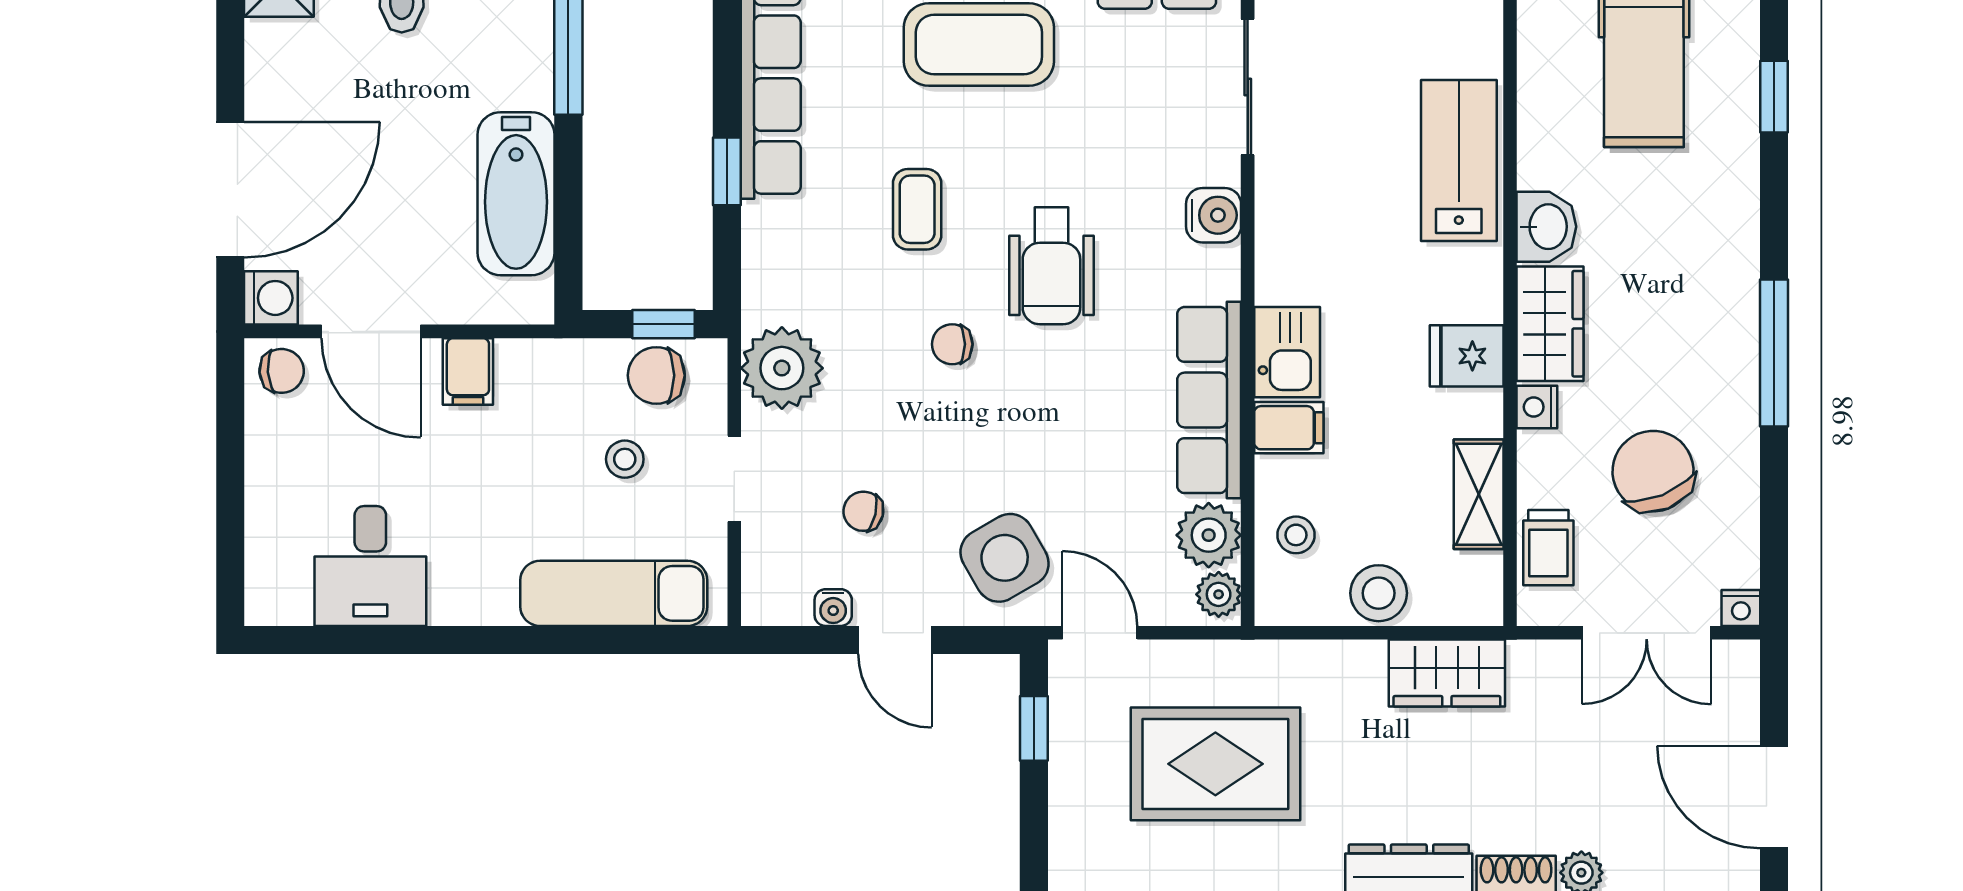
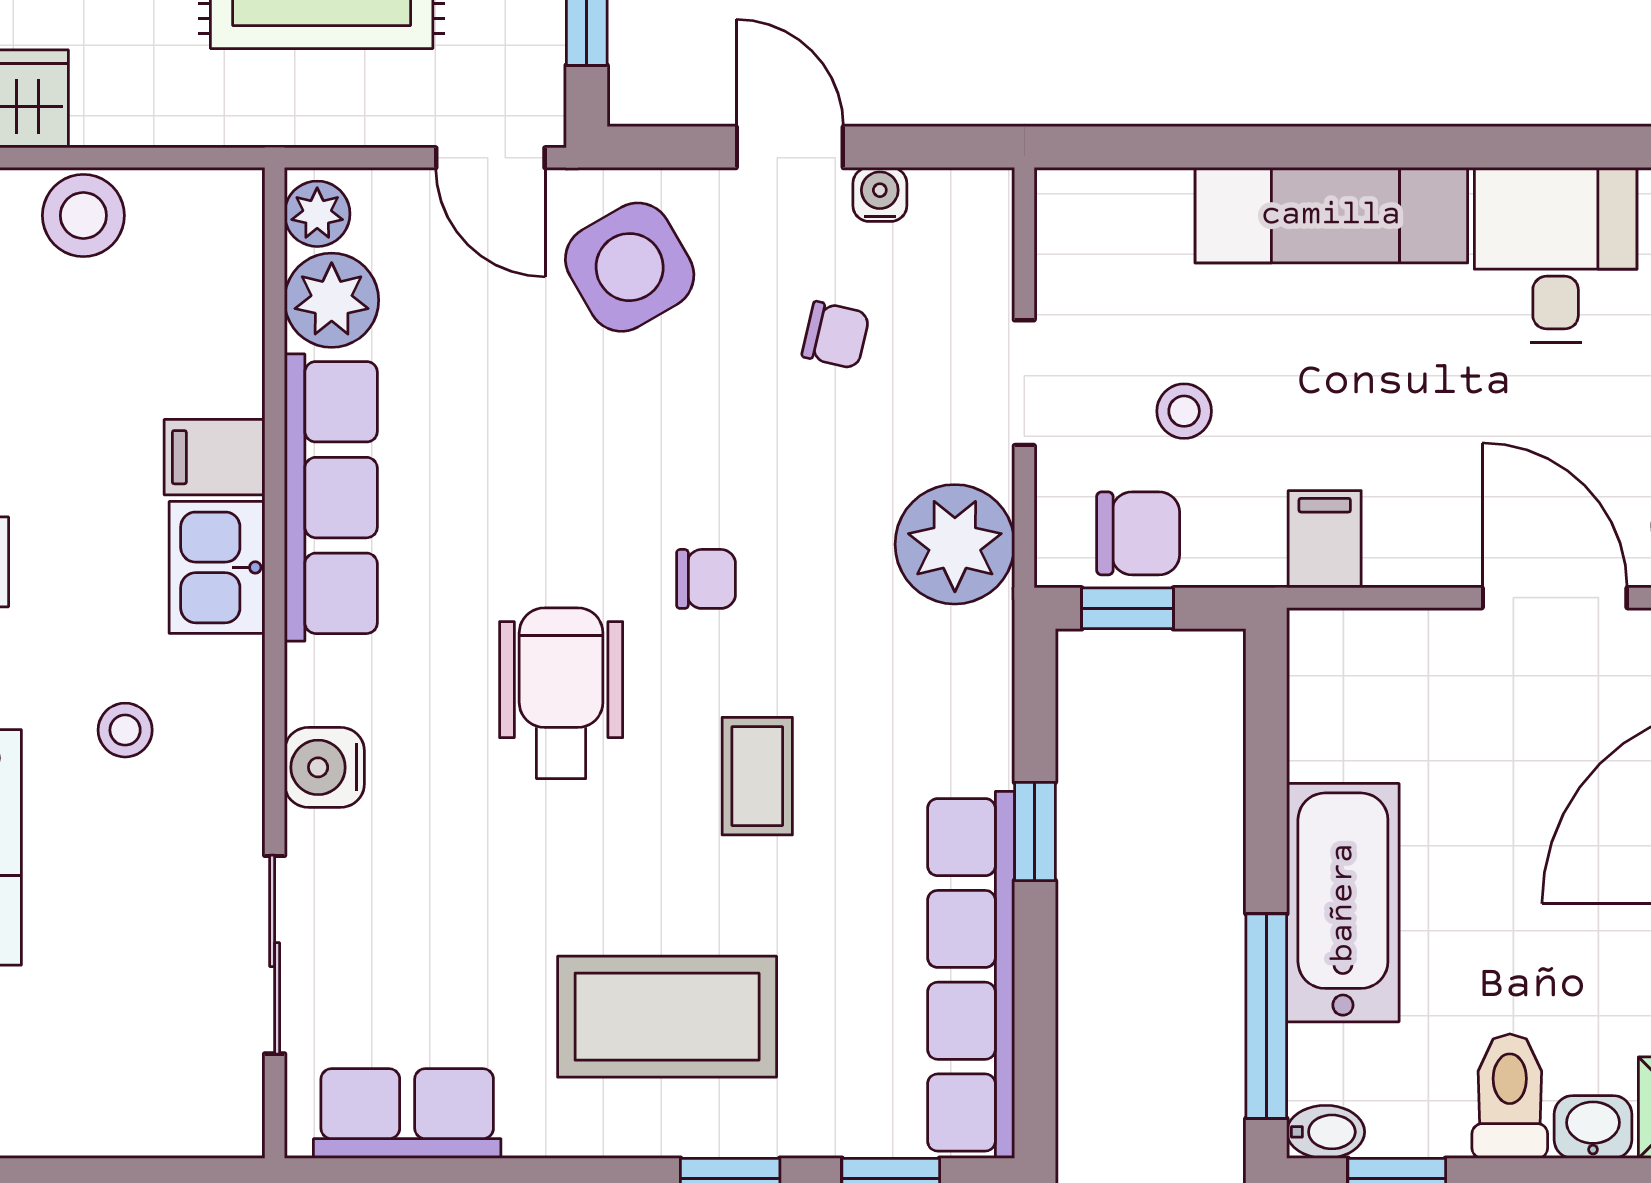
bathtub: (516, 194) -> (1343, 903), moved
filing cabinet: (468, 371) -> (1325, 539), moved
stool: (1296, 535) -> (125, 730), moved
exam couch: (614, 593) -> (1331, 215), moved

